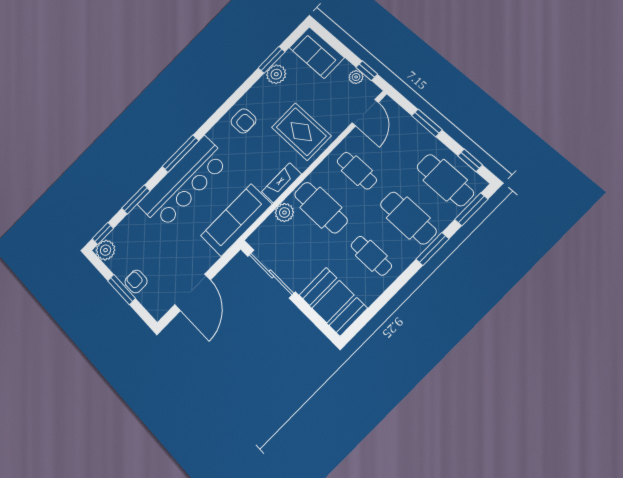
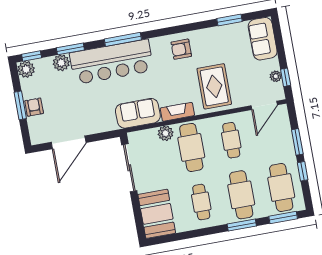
plant: (276, 74) -> (61, 63), moved
armchair: (244, 121) -> (181, 49), turned 90
window: (470, 160) -> (303, 171), moved
sofa: (236, 220) -> (138, 113), width x0.73

